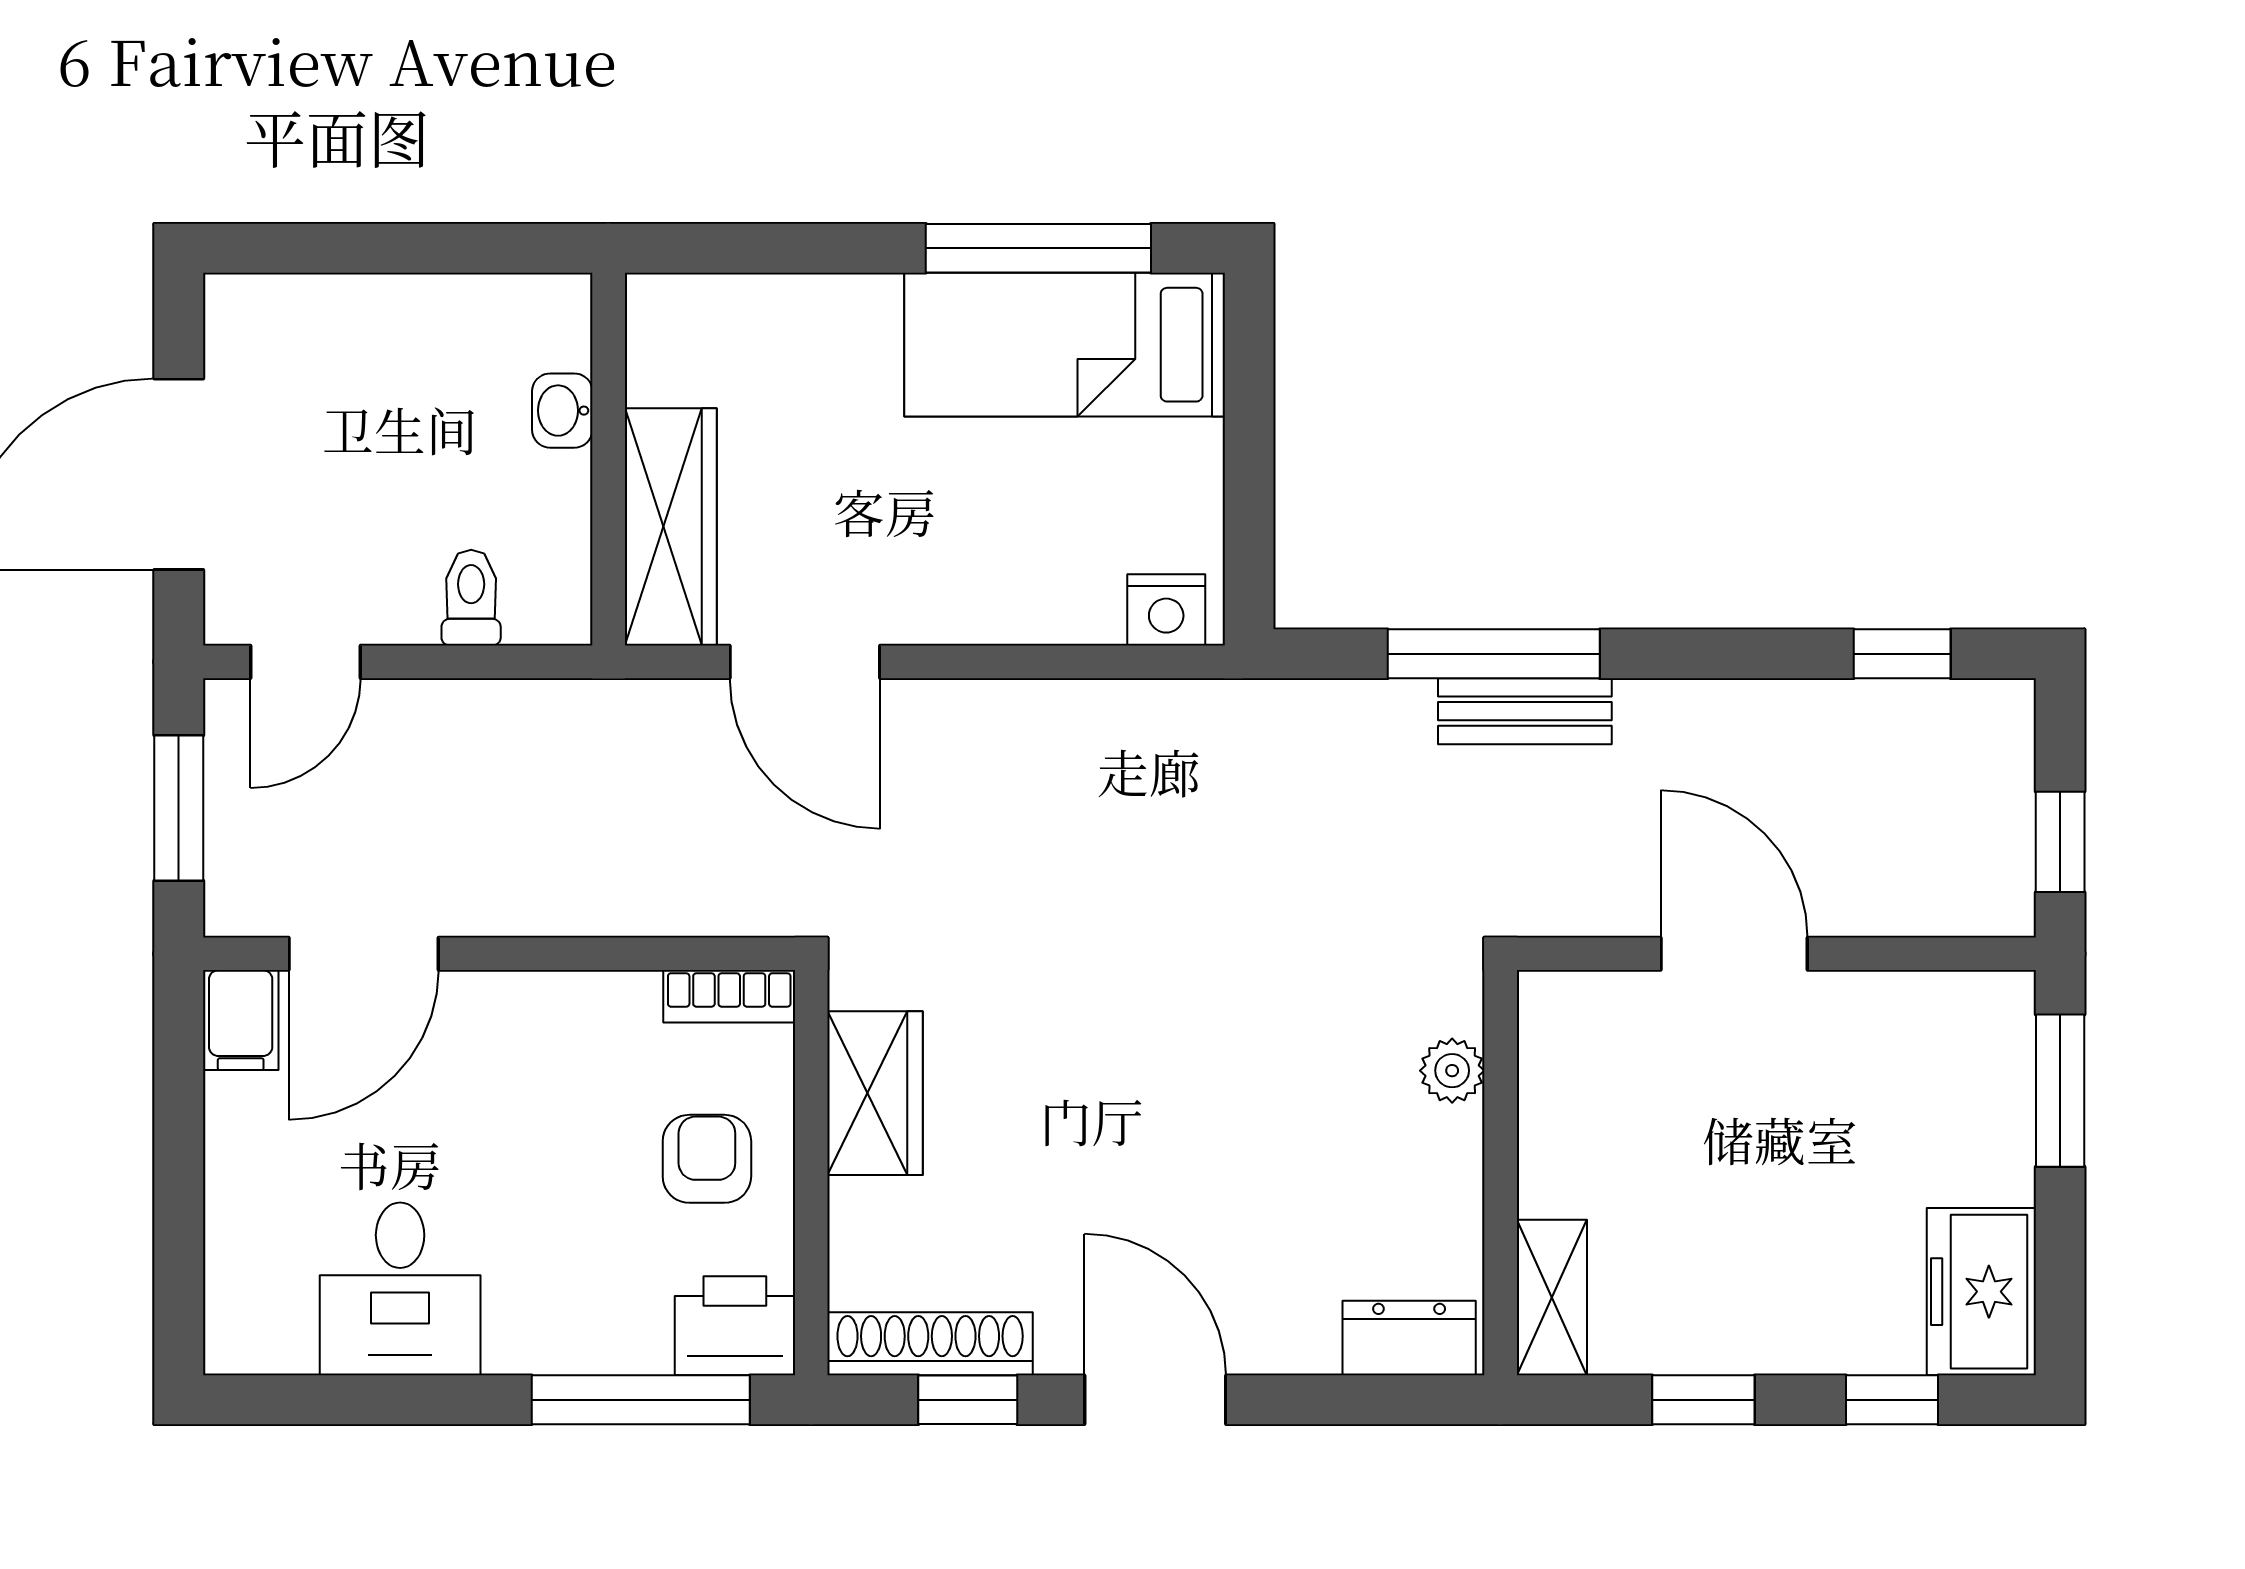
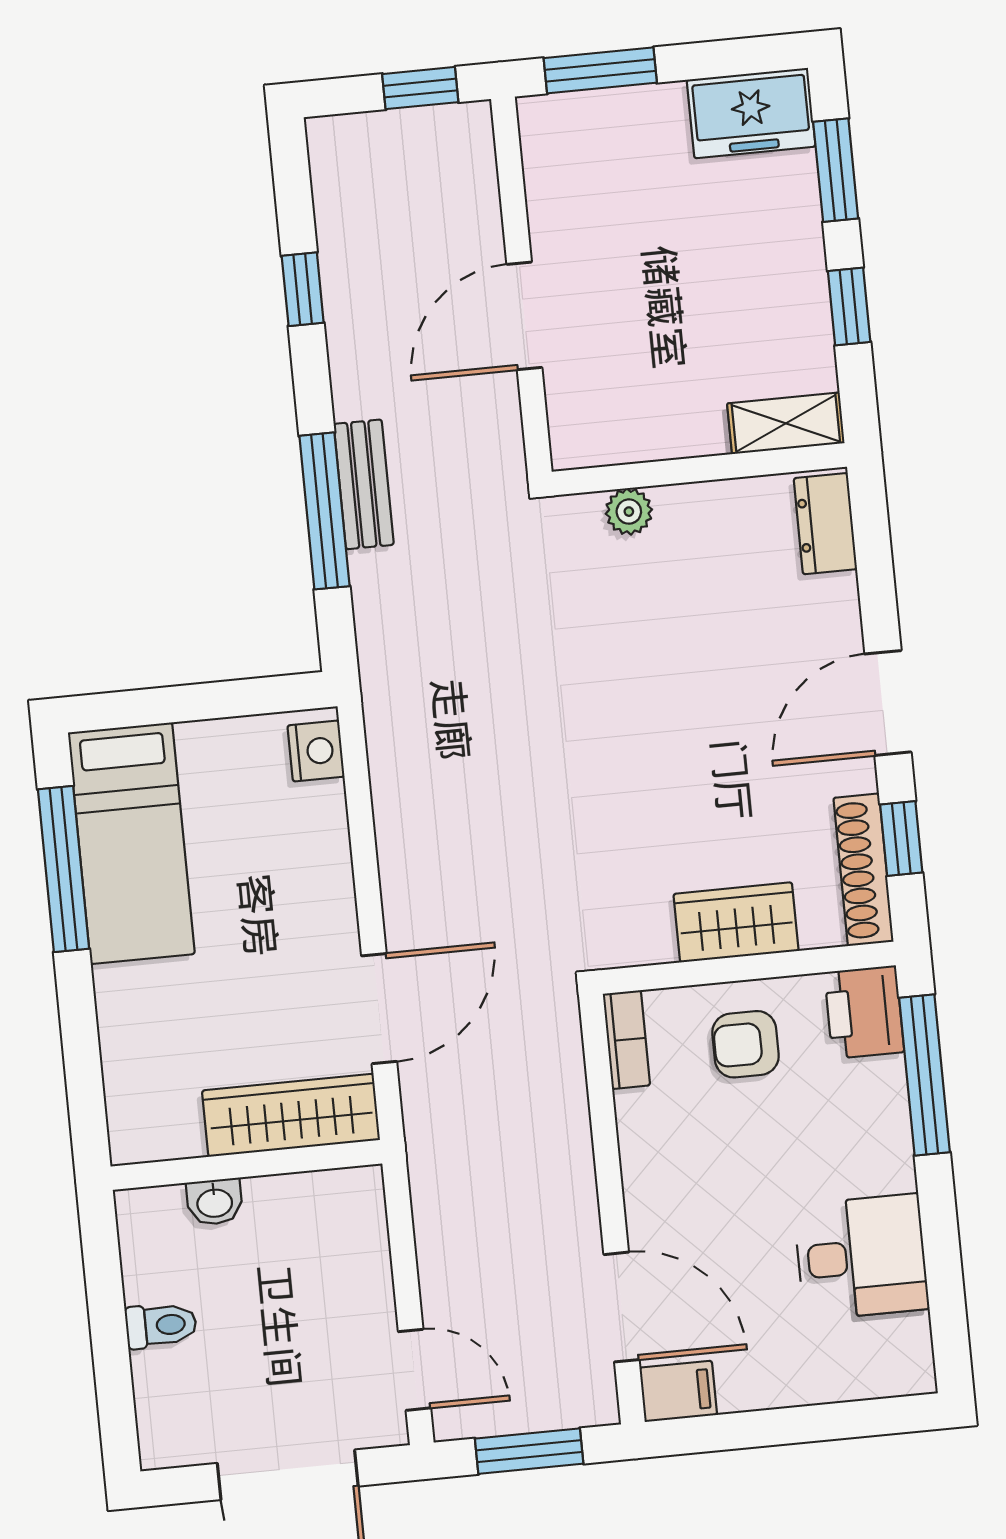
toilet: (471, 598) -> (161, 1325), moved, turned 180
window: (1902, 654) -> (303, 289), moved
wardrobe: (875, 1093) -> (736, 922), moved
window: (1892, 1400) -> (836, 170), width x1.50

